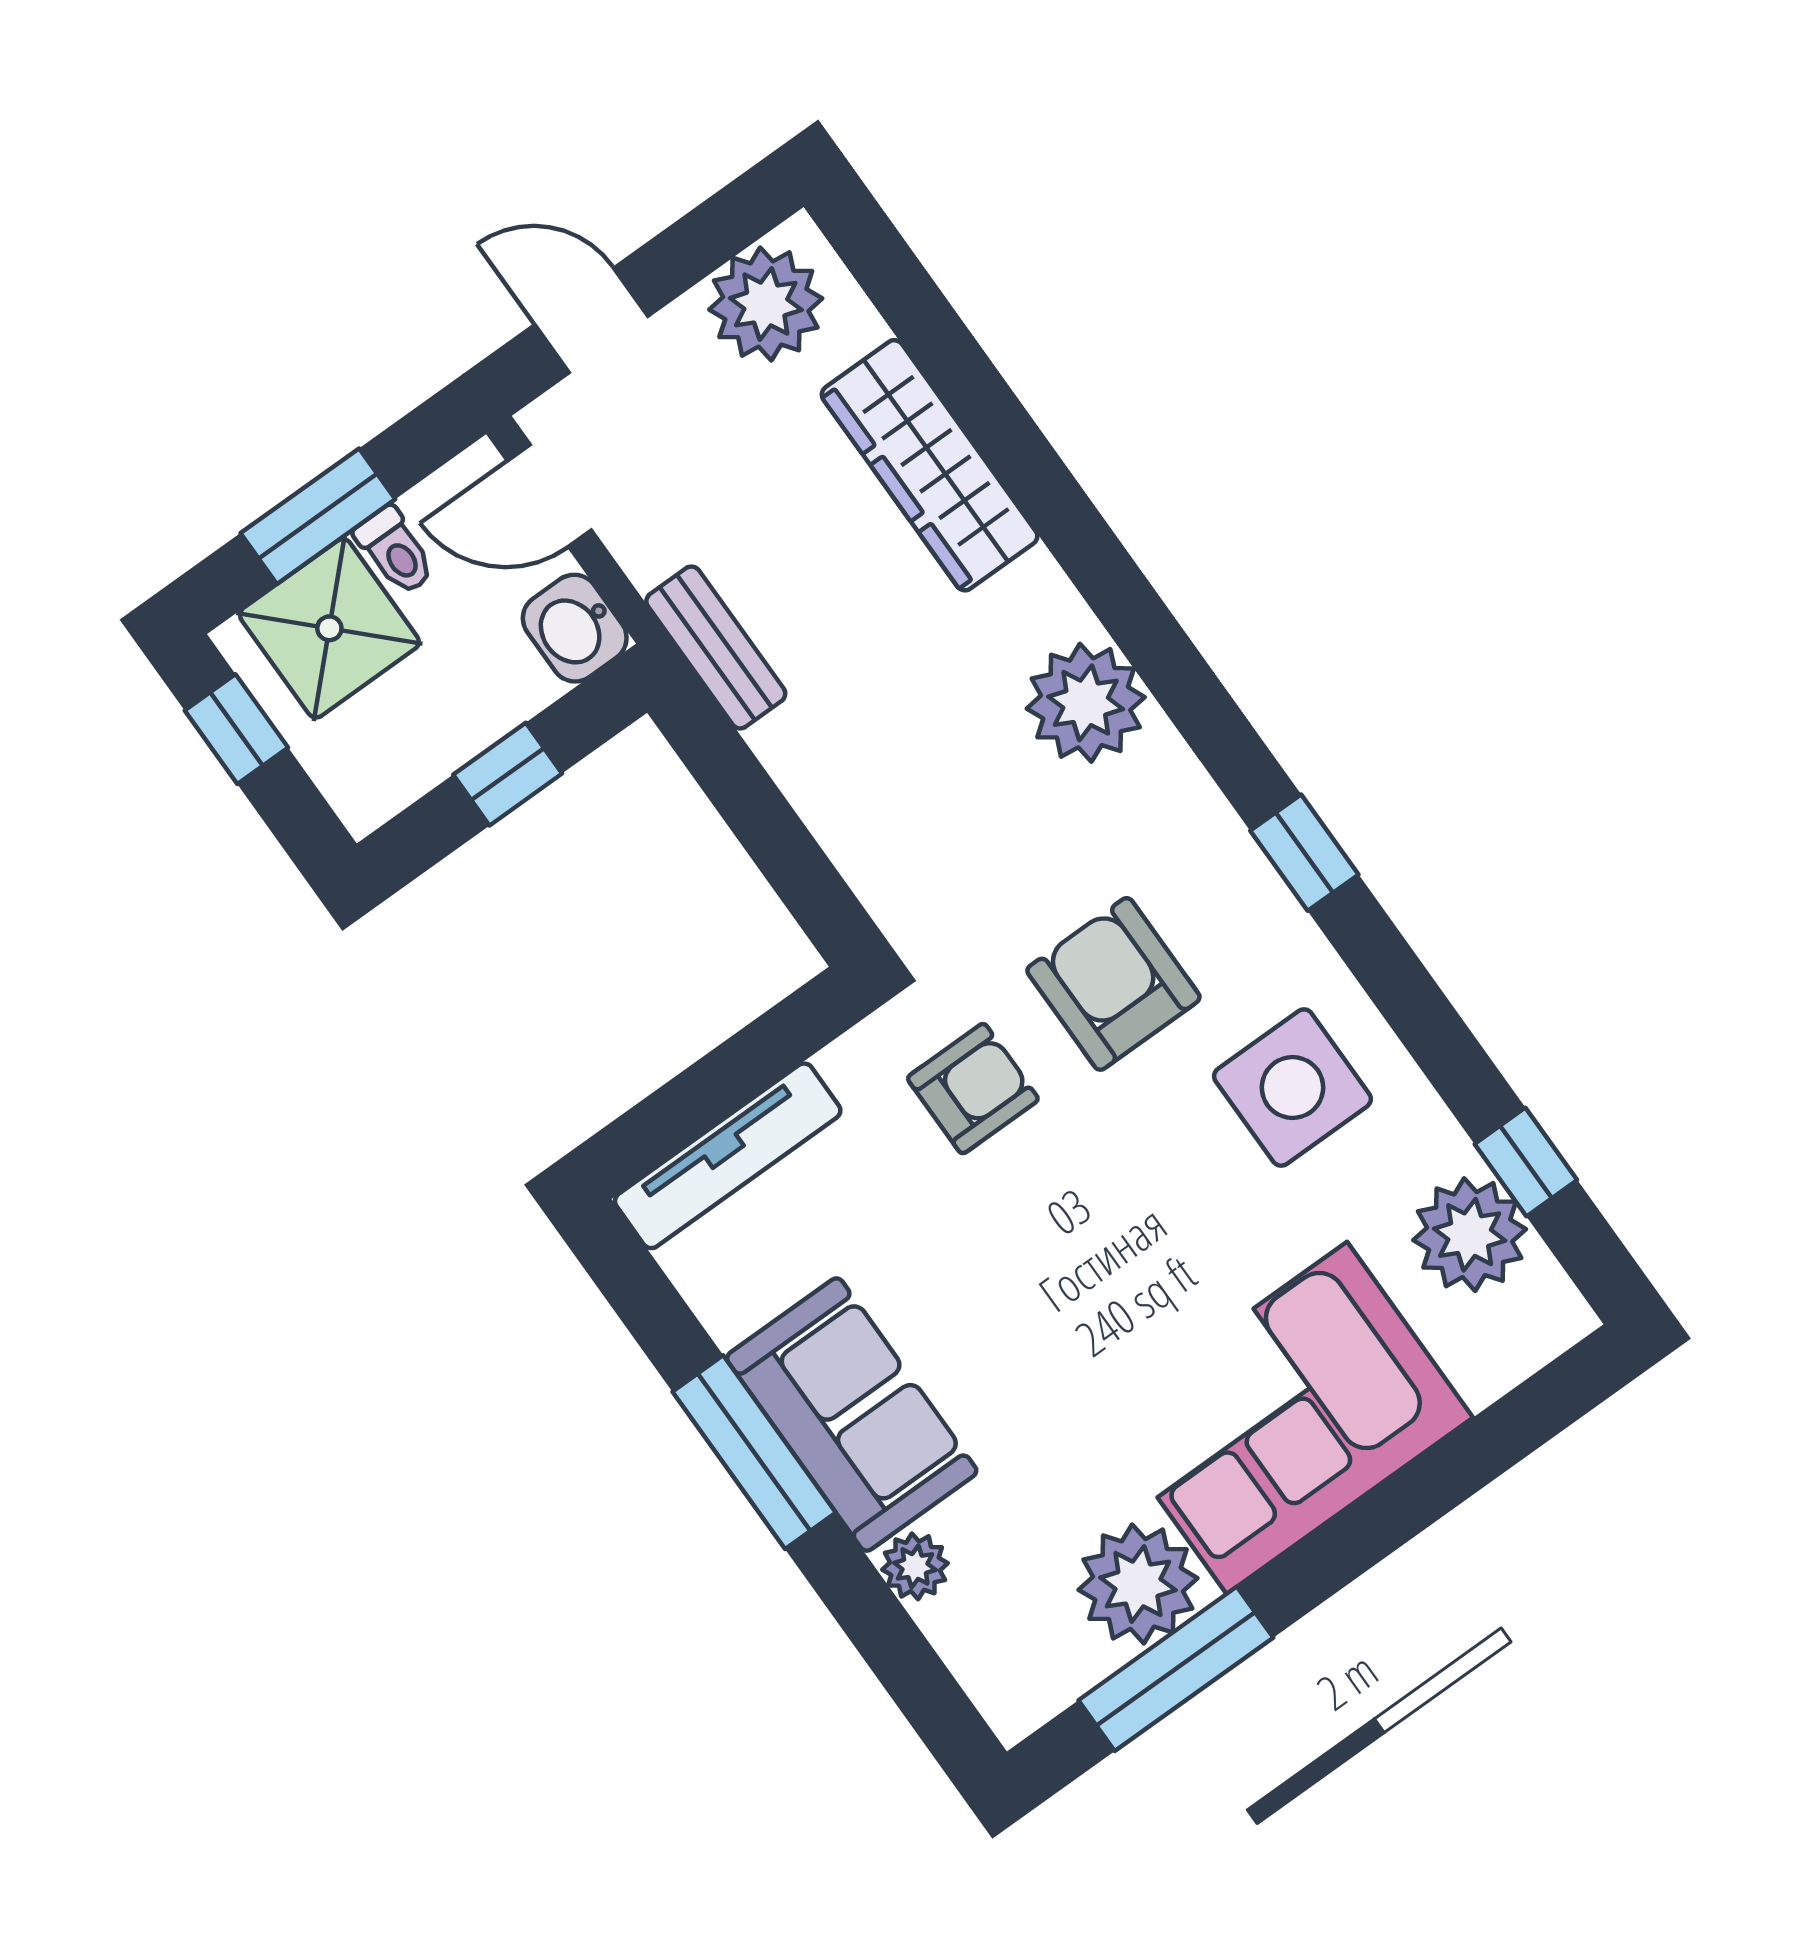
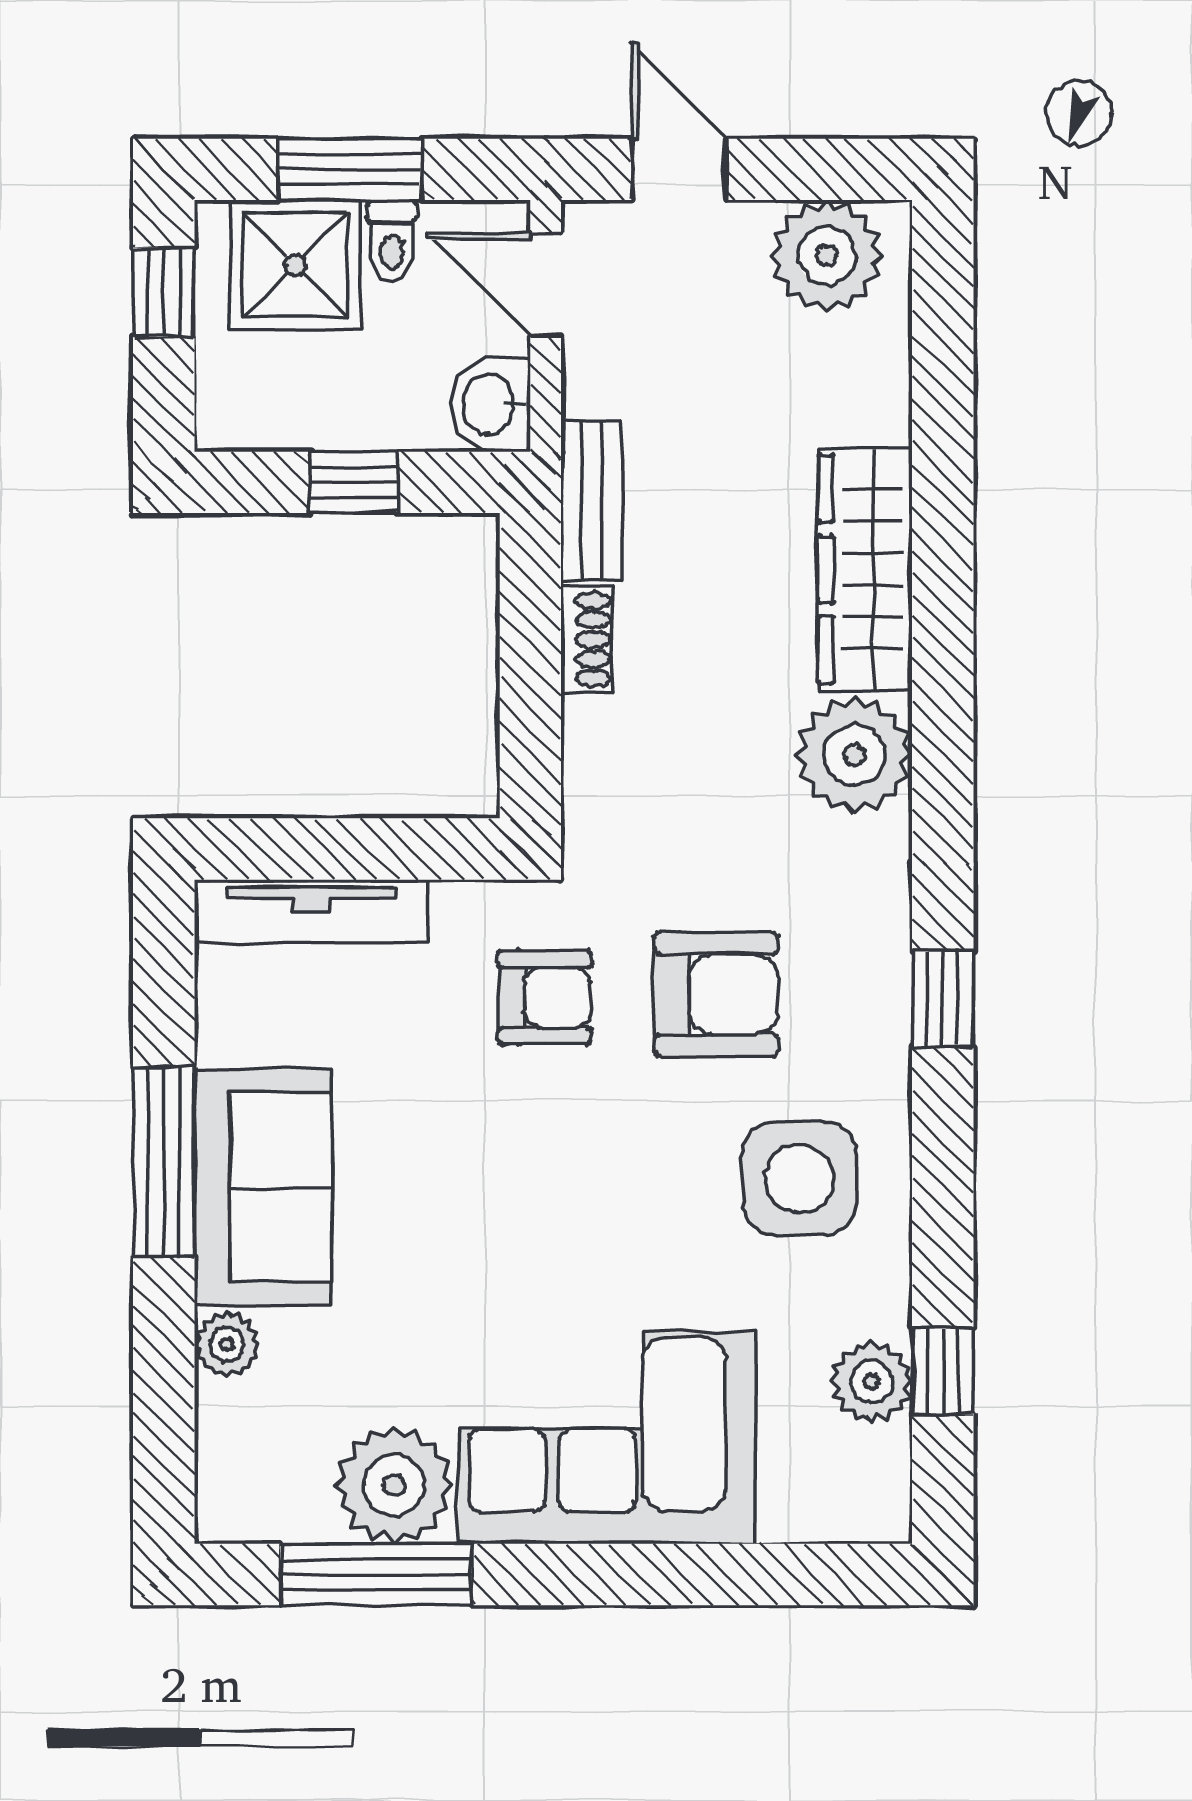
wardrobe: (930, 465) -> (865, 569), moved
shoe rack: (795, 766) -> (587, 639), added
armchair: (1113, 984) -> (716, 994), turned 90
plant: (1470, 1235) -> (871, 1382), width x0.73, depth x0.73

